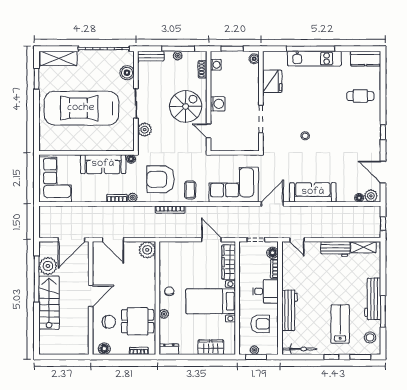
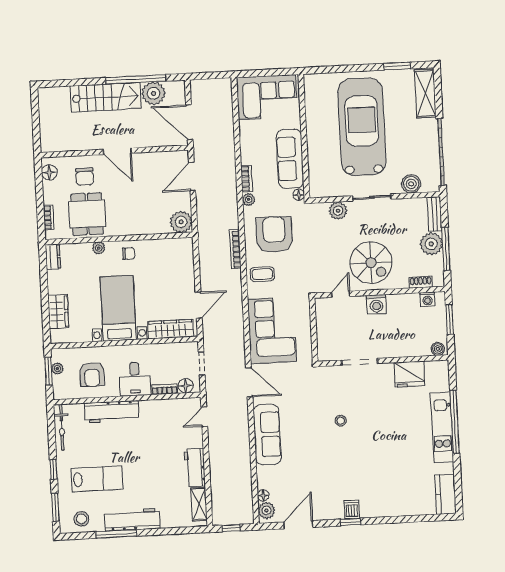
plant: (178, 56) -> (431, 244), width x1.88, depth x1.88
cafe table: (360, 96) -> (396, 490), removed
dishwasher: (373, 131) -> (352, 509), added

